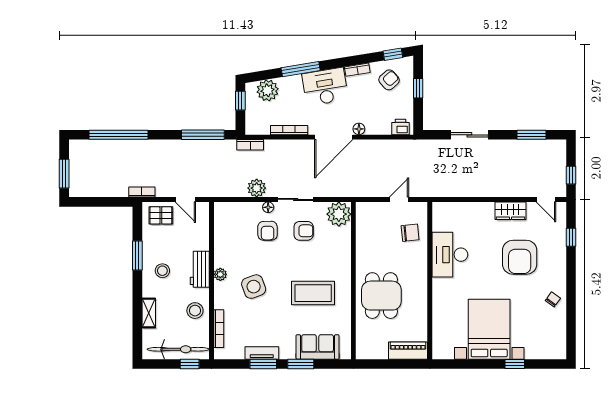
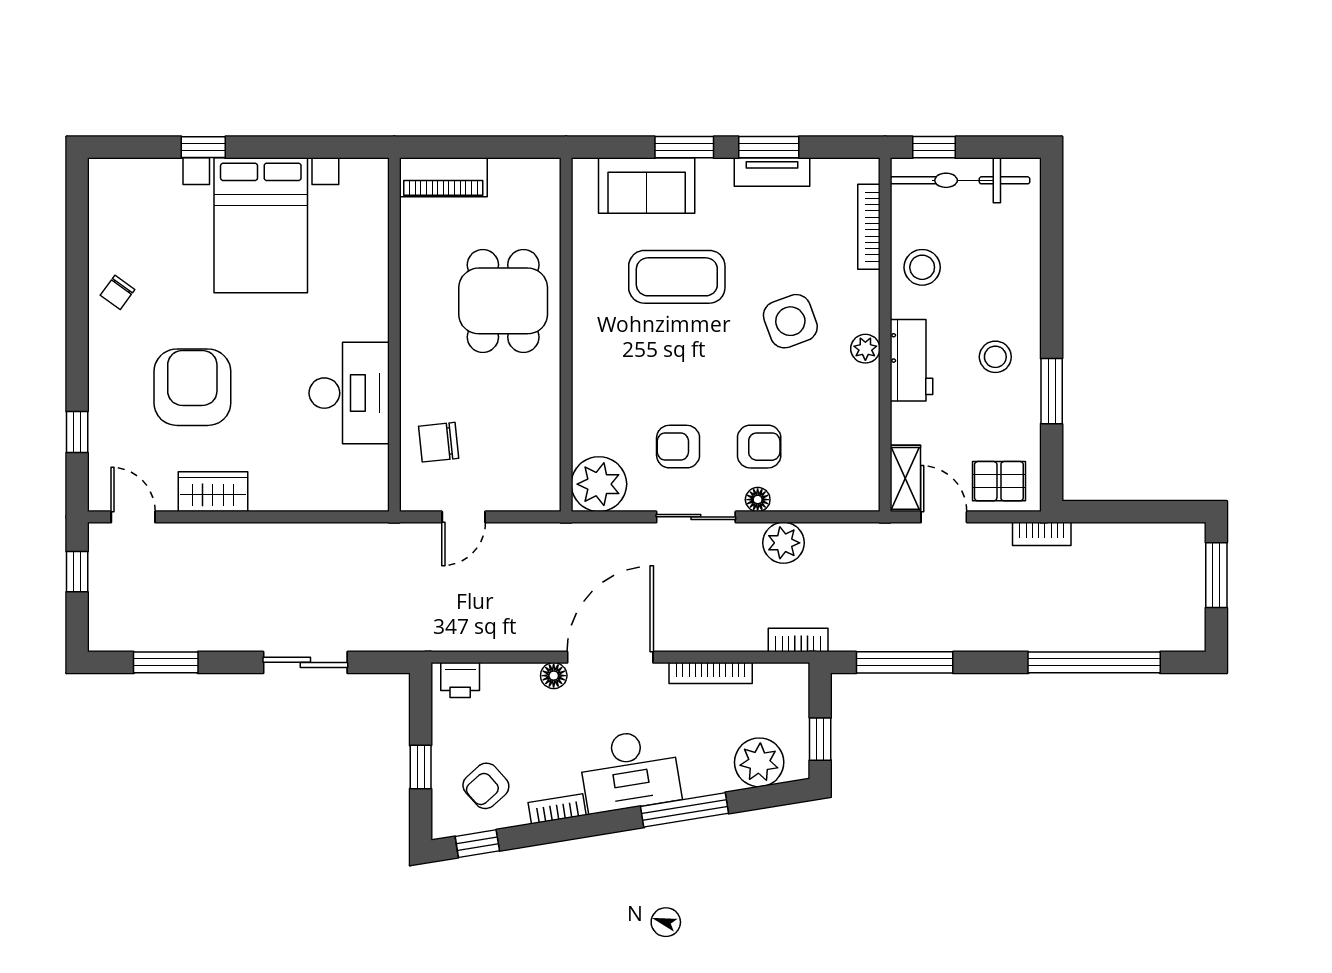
armchair: (268, 231) -> (759, 447), turned 91
coffee table: (313, 293) -> (677, 277), moved
shelving: (149, 313) -> (905, 478), moved

